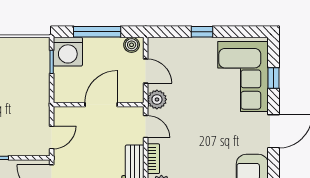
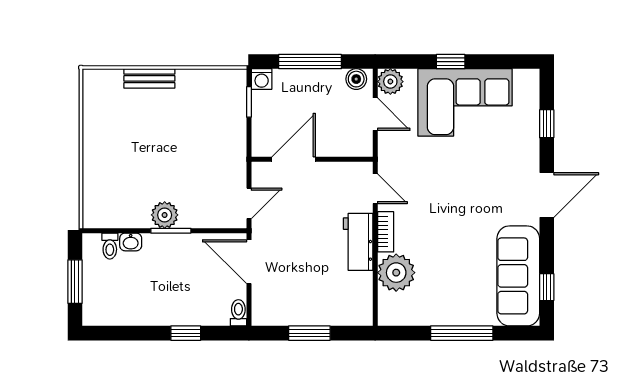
washing machine: (68, 52) -> (262, 79), width x0.53, depth x0.53
corner sofa: (243, 77) -> (465, 102), moved, turned -90
plant: (157, 99) -> (390, 82), moved
door: (101, 105) -> (294, 159), moved

